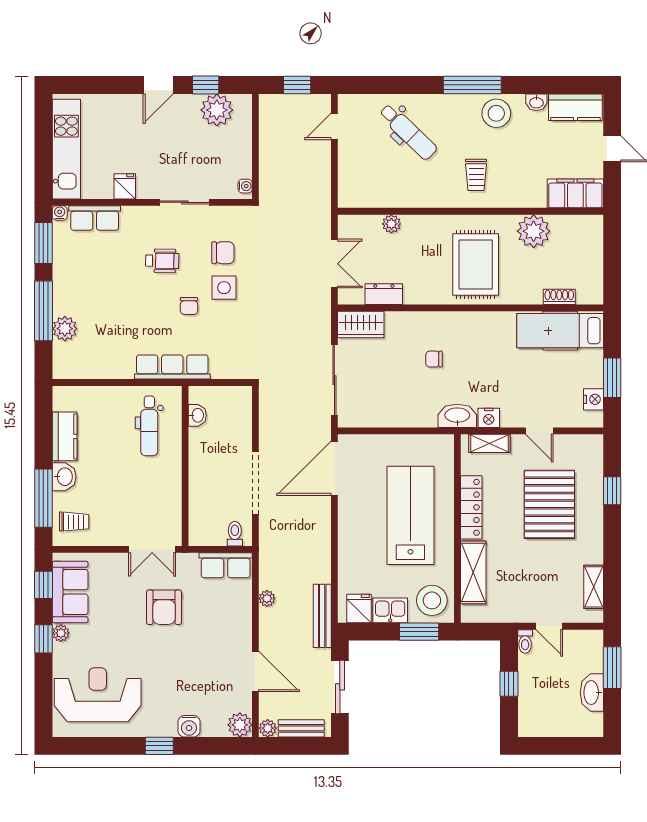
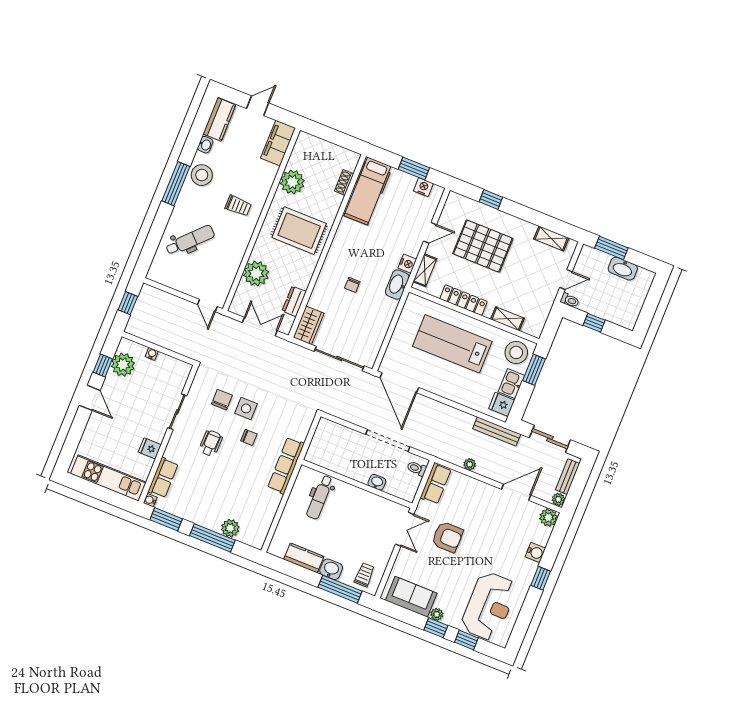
door: (334, 126) -> (207, 306), moved
water cooler: (245, 186) -> (152, 354), moved
plant: (391, 224) -> (256, 274), width x1.88, depth x1.88
washbasin: (197, 415) -> (377, 482), moved
dental chair: (149, 426) -> (320, 497), turned 90
shelving: (473, 572) -> (508, 319), width x0.67, depth x0.75
window: (43, 585) -> (466, 640), moved
reception desk: (98, 695) -> (489, 606), turned 180

